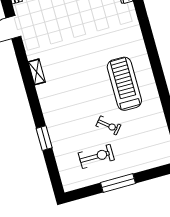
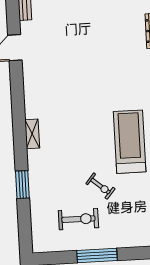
shelving: (37, 72) -> (32, 134), moved

